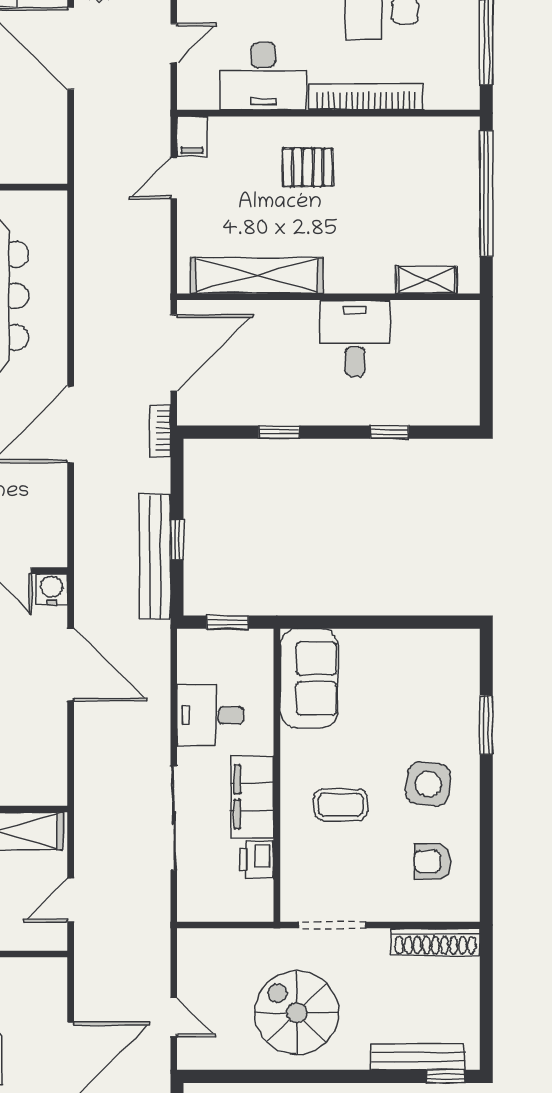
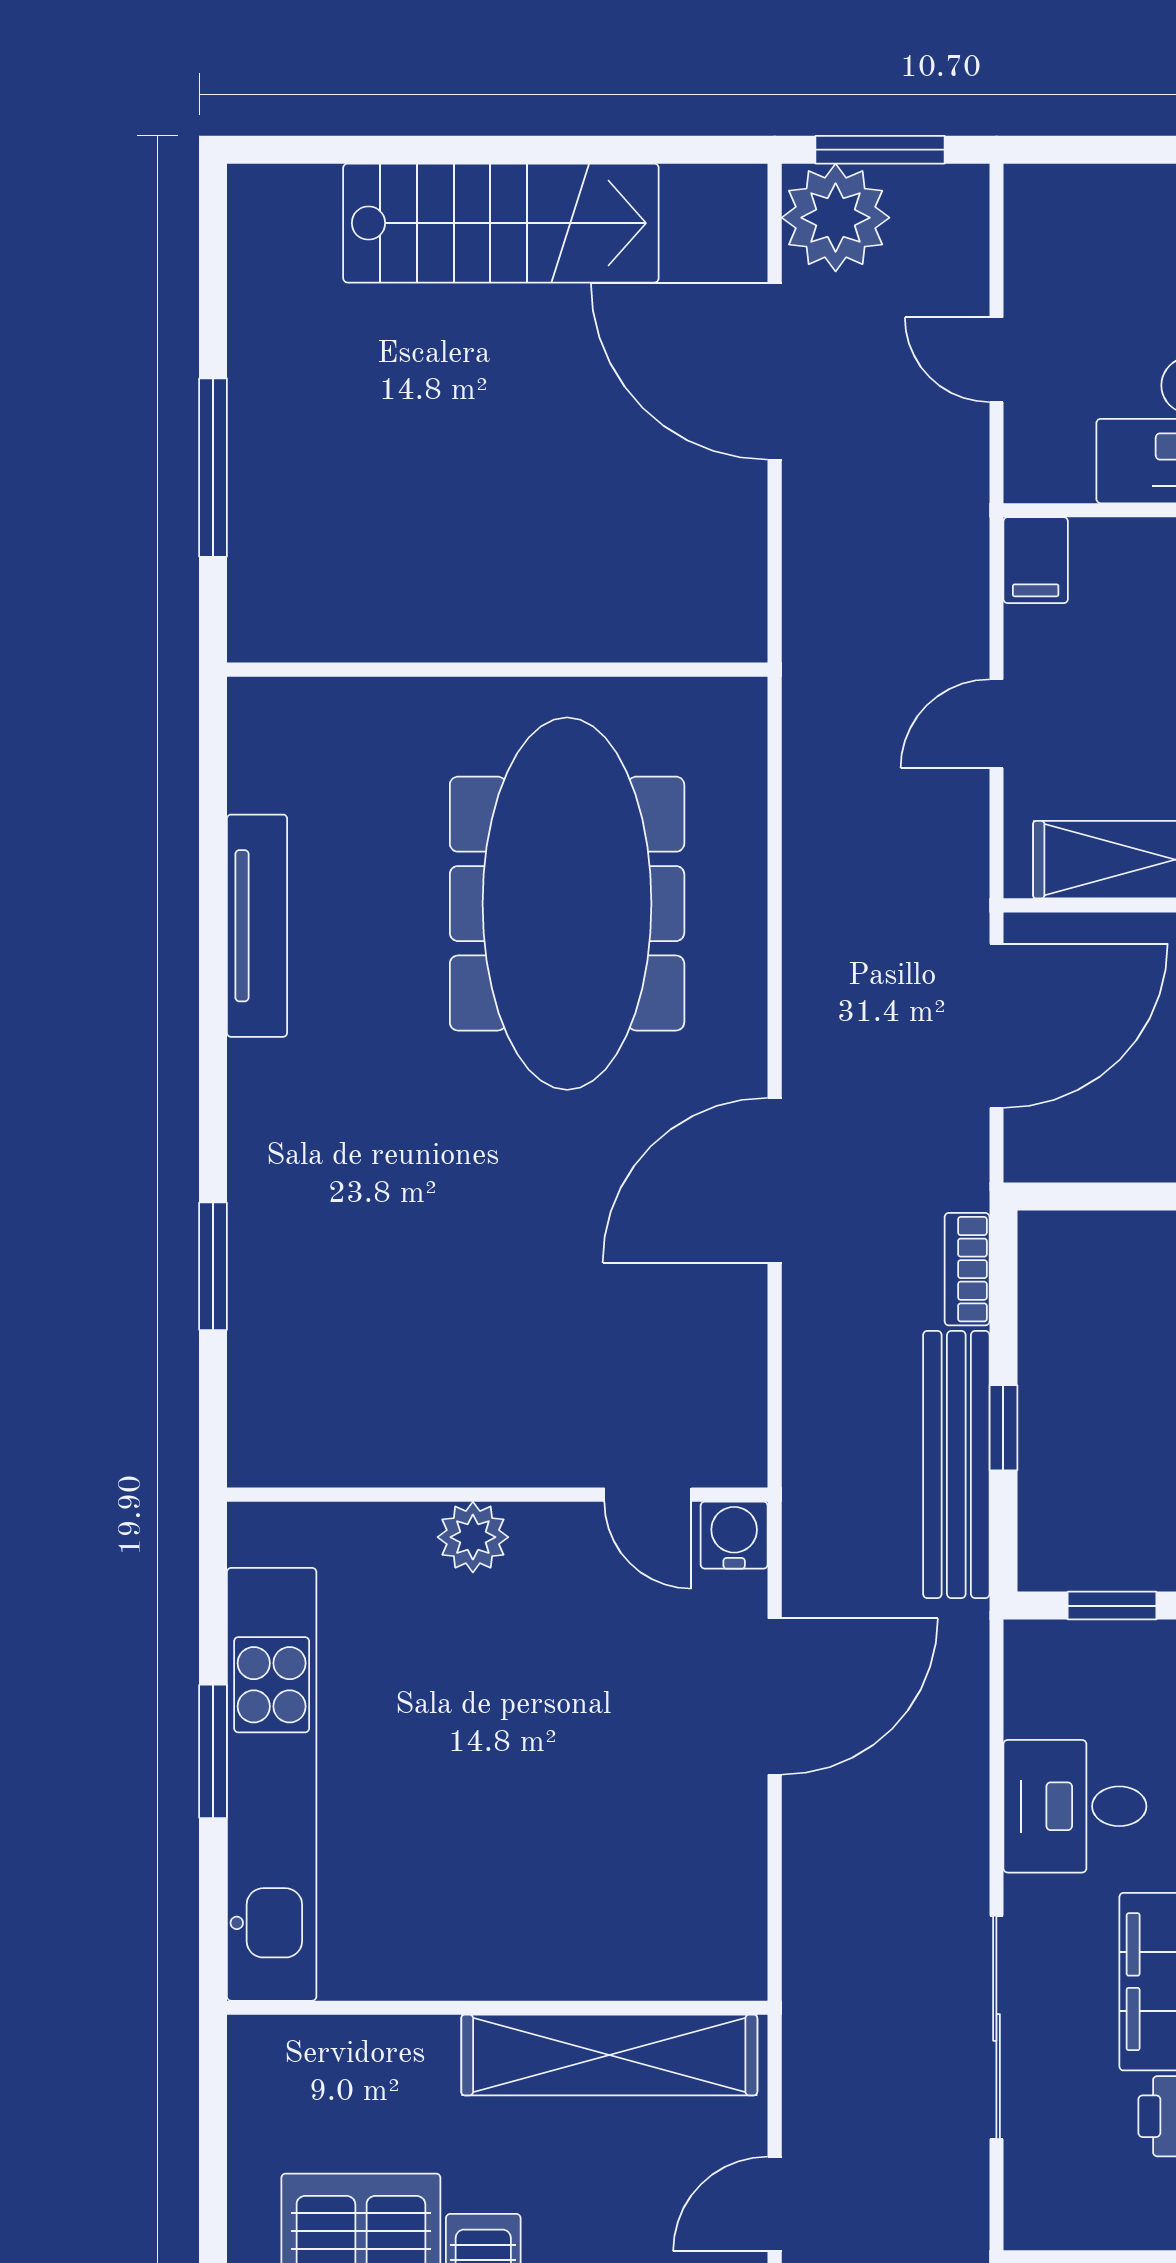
door: (174, 43) -> (996, 360), swing flipped
door: (174, 178) -> (996, 724), moved
bookcase: (160, 431) -> (967, 1269), moved
door: (71, 664) -> (775, 1697), hinge flipped

